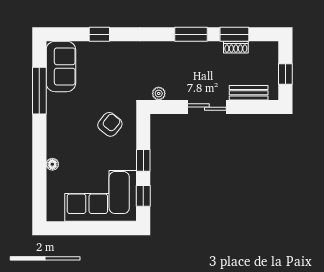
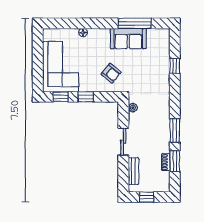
sofa: (61, 66) -> (128, 39), moved

